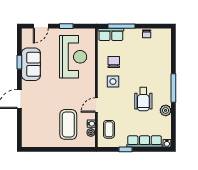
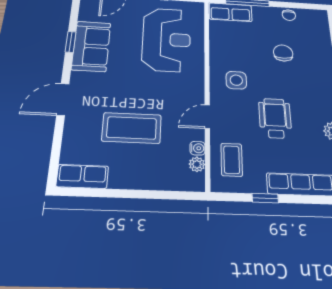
chair: (114, 62) -> (283, 53), moved
wheelchair: (143, 99) -> (275, 118), moved, turned 180
coffee table: (68, 124) -> (132, 128), moved, turned 90
row of seats: (34, 141) -> (82, 176), added

